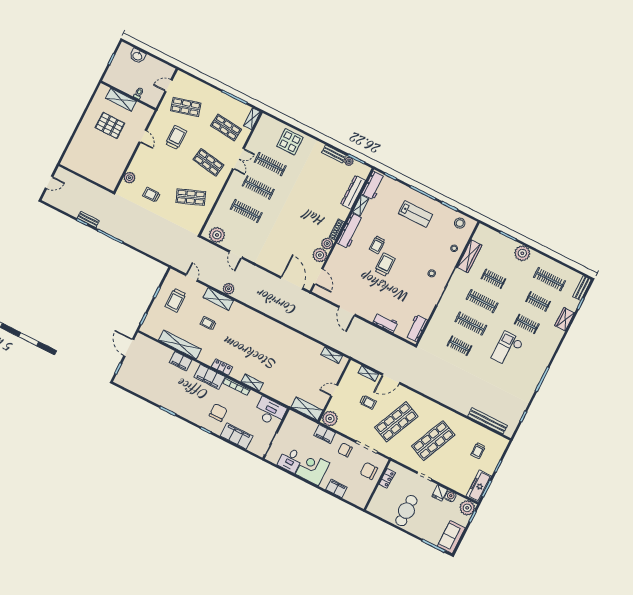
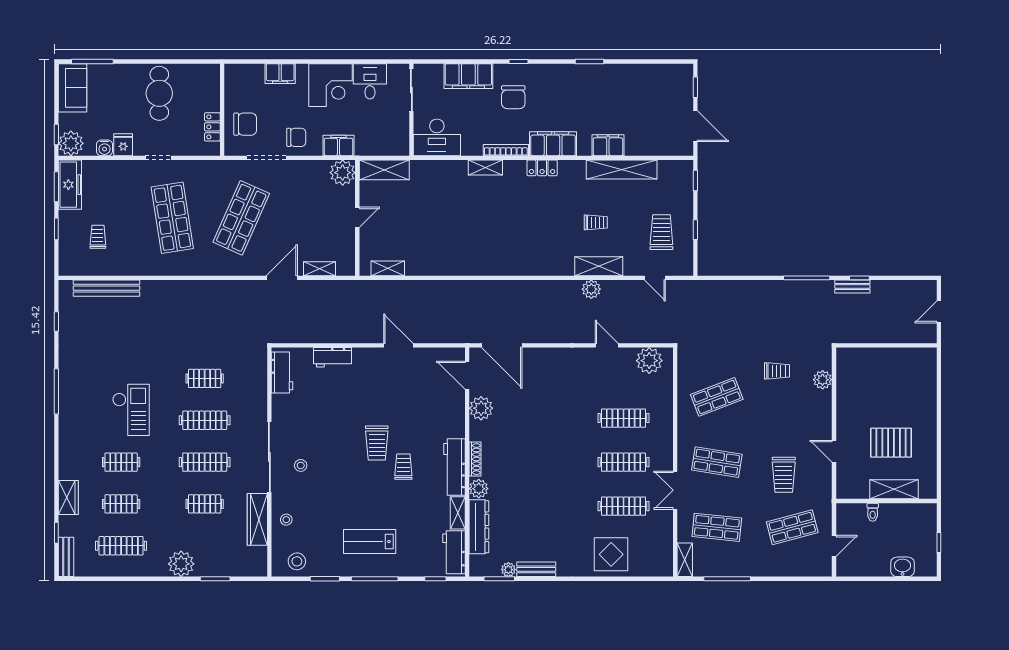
plant: (327, 244) -> (479, 489), moved
trolley: (368, 402) -> (298, 226), removed
shop shelf: (433, 441) -> (172, 218), turned -33

